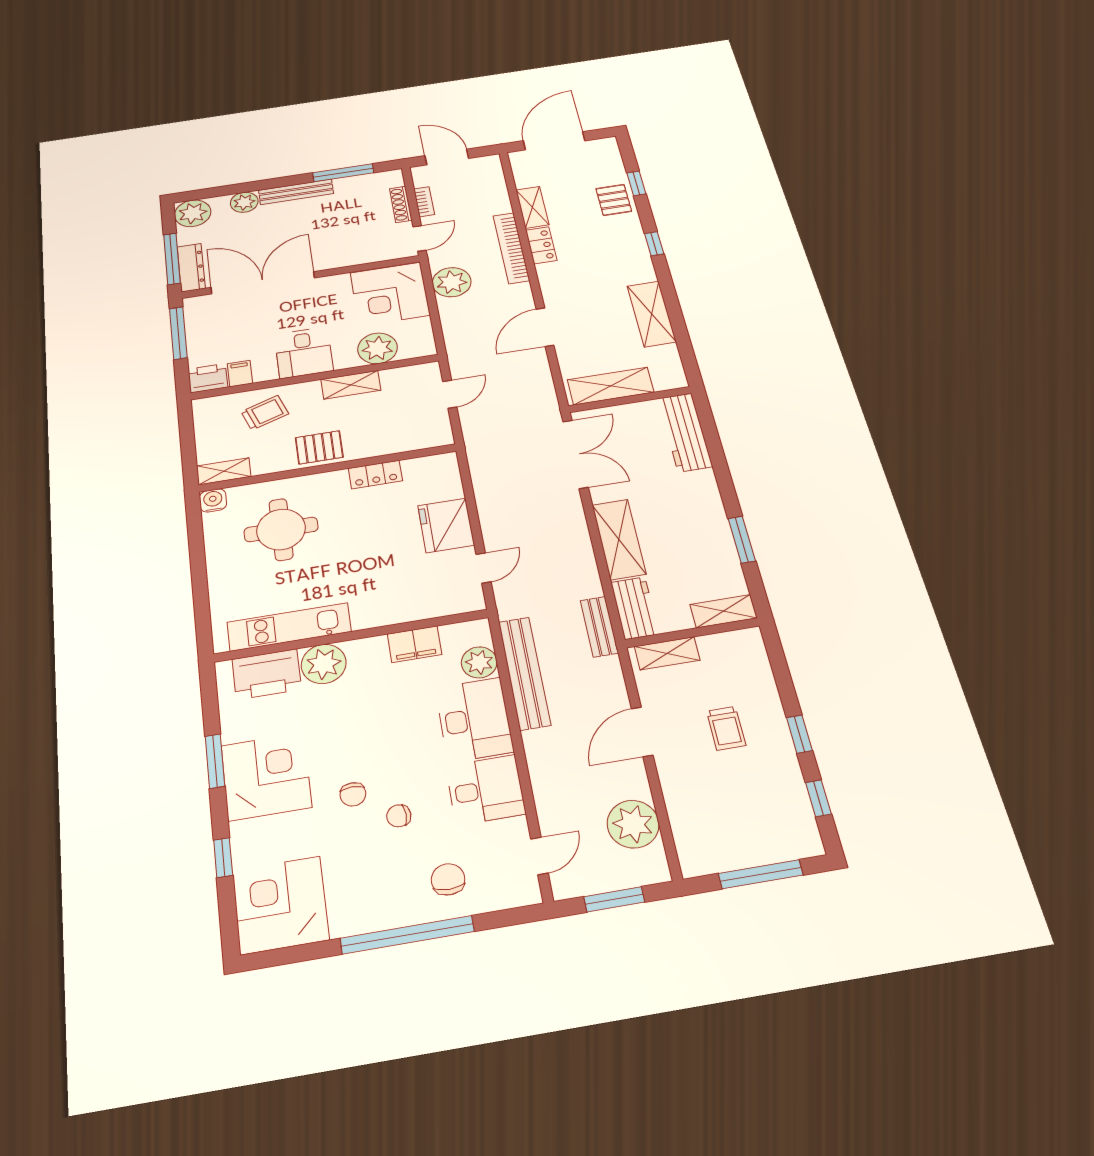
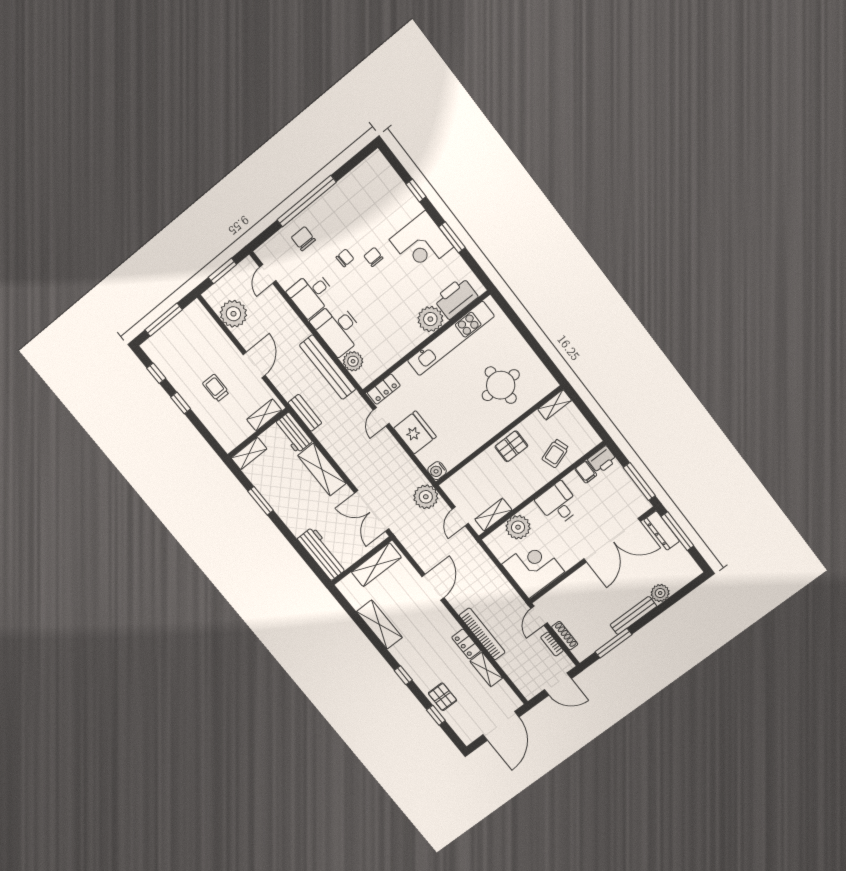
plant: (193, 213) -> (687, 570), removed
plant: (452, 282) -> (426, 497), moved
shelving: (351, 385) -> (493, 515), moved
locker: (375, 474) -> (384, 389), moved, turned 180
water cooler: (213, 500) -> (437, 471), moved, turned 90
kitchen unit: (289, 627) -> (451, 338), width x1.36
filing cabinet: (415, 644) -> (391, 354), removed
chair: (448, 879) -> (303, 239), turned 180
corner desk: (280, 905) -> (374, 183), removed

